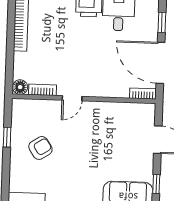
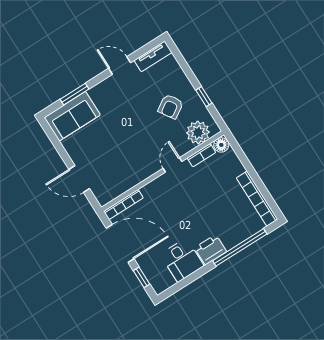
bookcase: (143, 94) -> (123, 205), width x1.56
plant: (32, 111) -> (198, 132), added
window: (156, 184) -> (56, 142), removed

